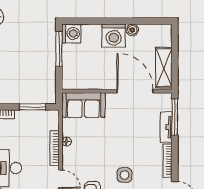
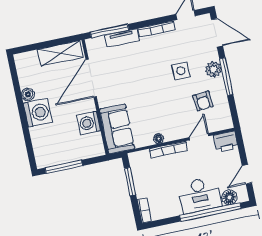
washing machine: (71, 33) -> (89, 123), moved, turned -90

